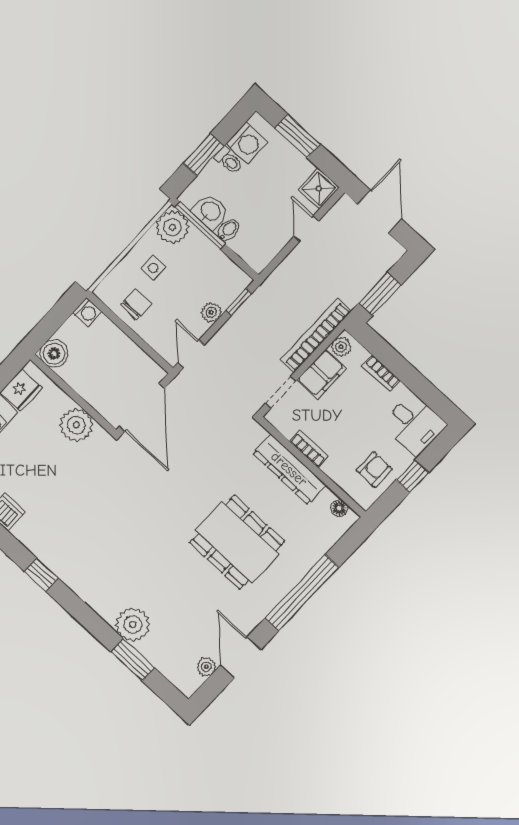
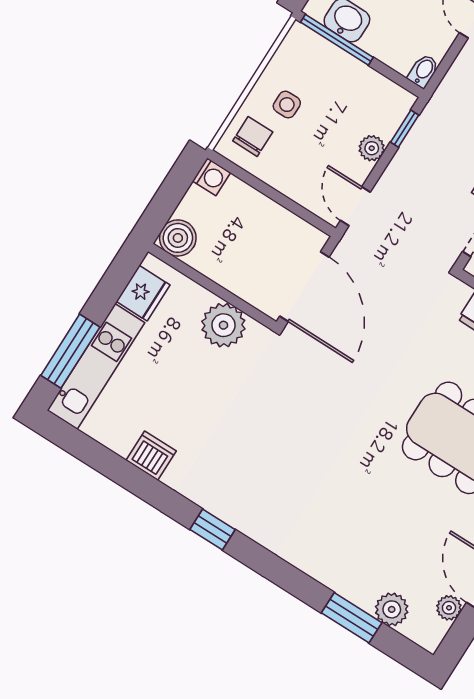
plant: (172, 227) -> (302, 48), removed
bidet: (228, 230) -> (423, 71), moved
chair: (136, 304) -> (253, 136), moved
plant: (133, 625) -> (392, 609), moved, width x0.73, depth x0.73

